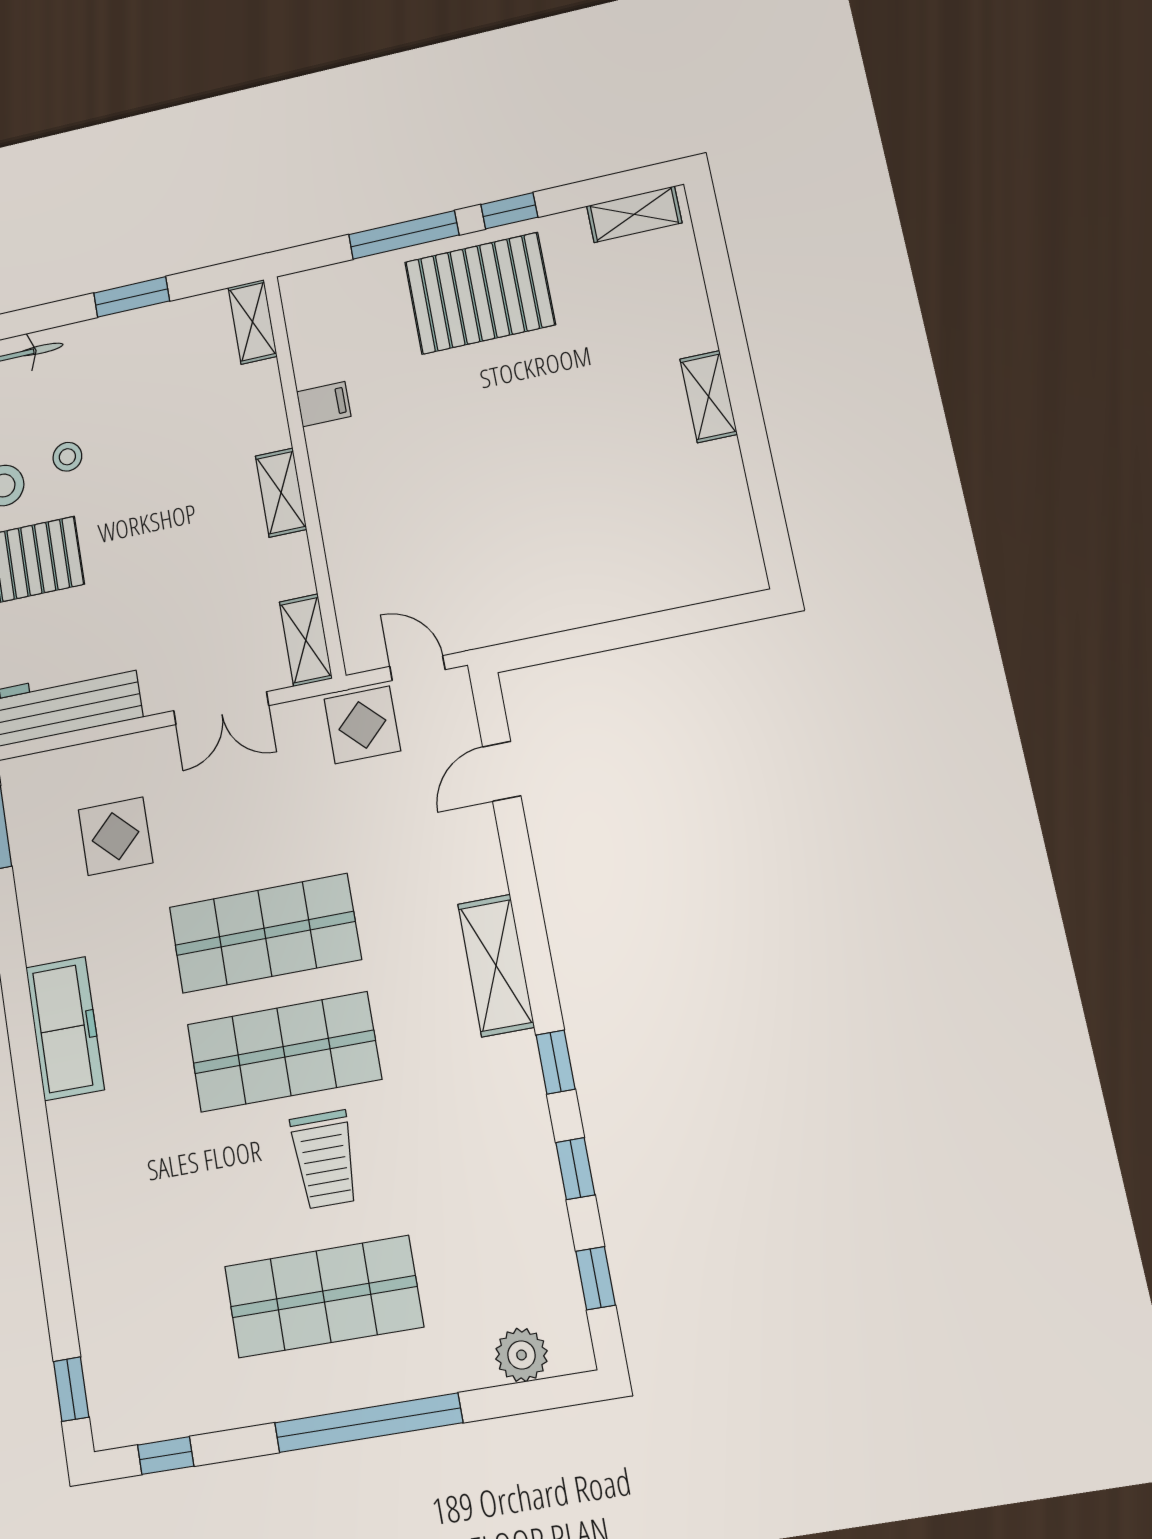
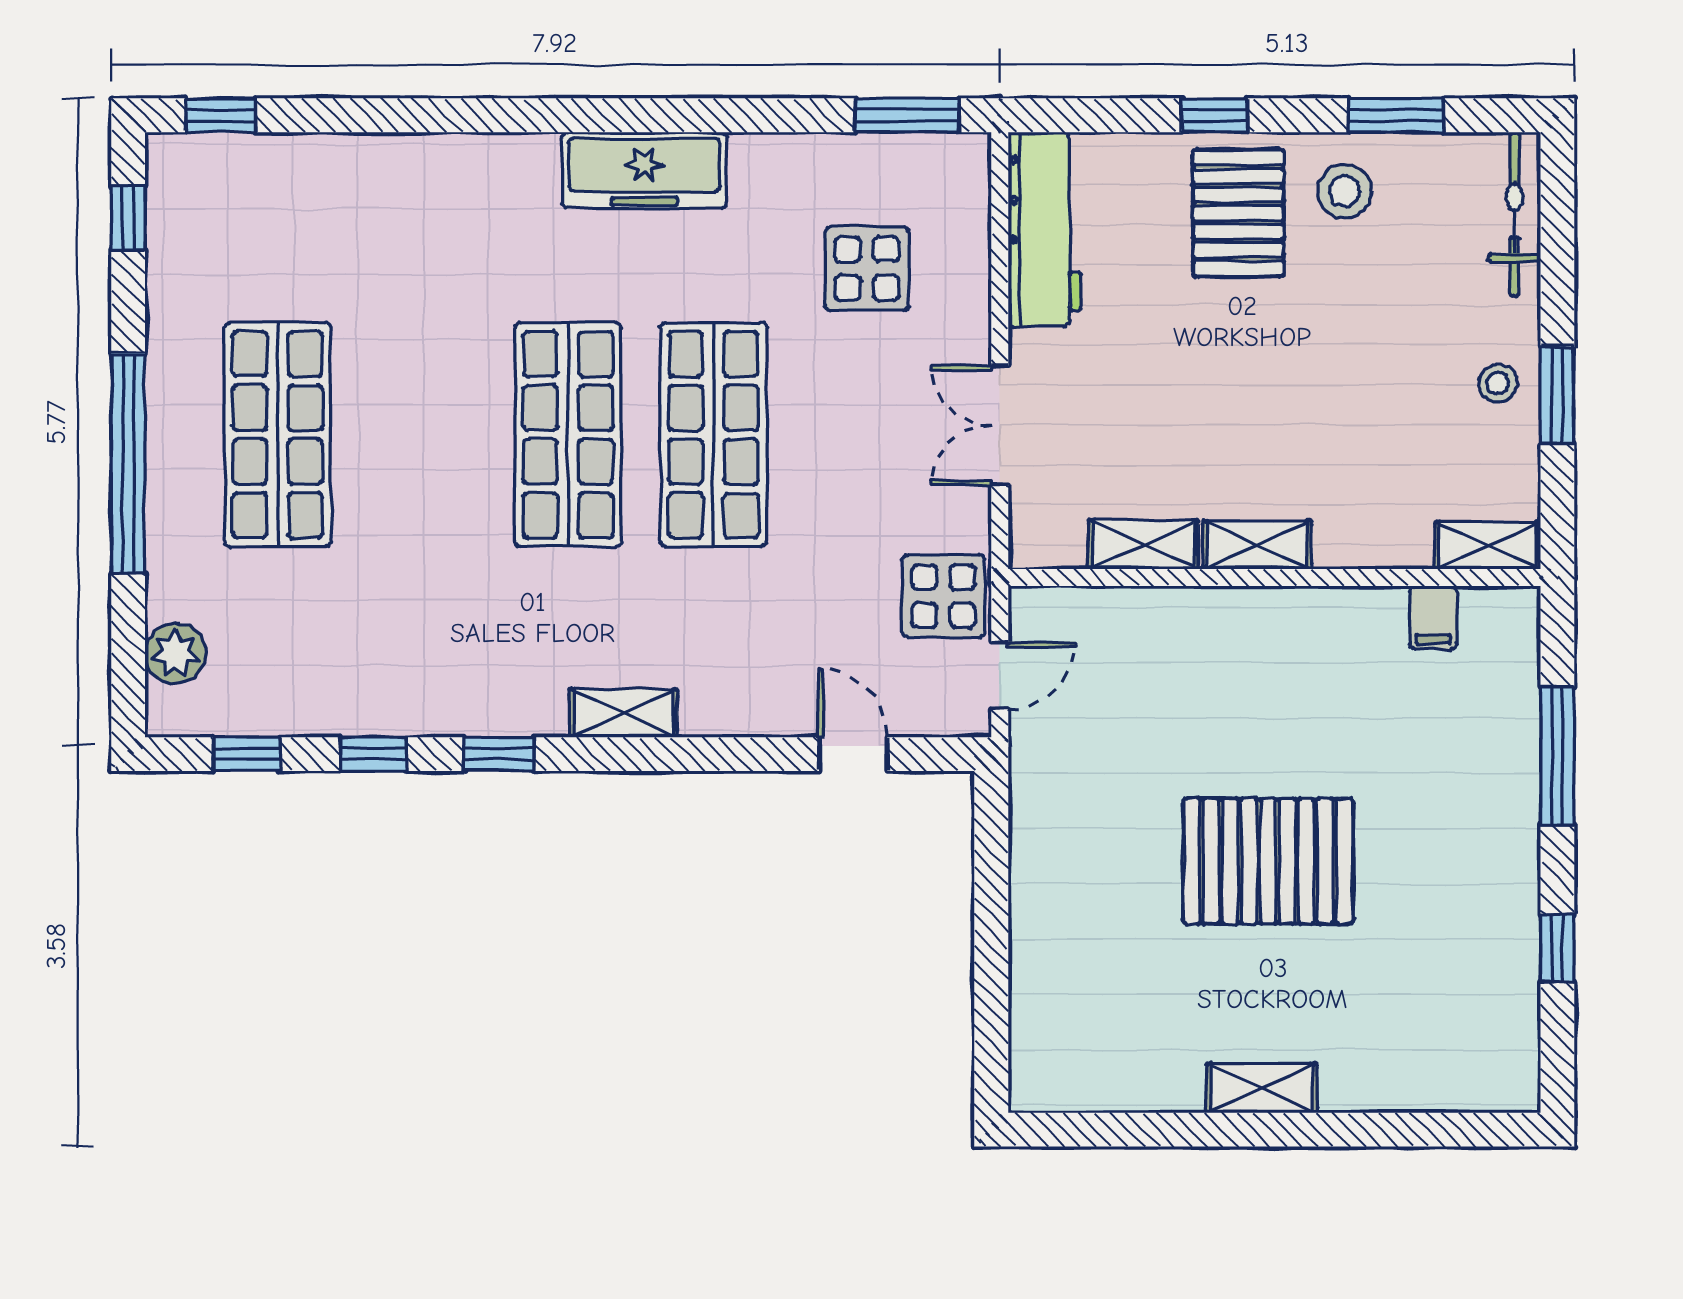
window: (509, 211) -> (1557, 948), moved
shelving: (634, 214) -> (1515, 1045), removed
pallet: (480, 293) -> (1268, 861), moved, turned 90
filing cabinet: (324, 404) -> (1433, 617), moved
stool: (67, 457) -> (1498, 383), moved
shelving: (306, 640) -> (1143, 544), moved
shelving: (496, 965) -> (624, 713), width x0.67, depth x0.75
trolley: (325, 1159) -> (434, 462), removed

